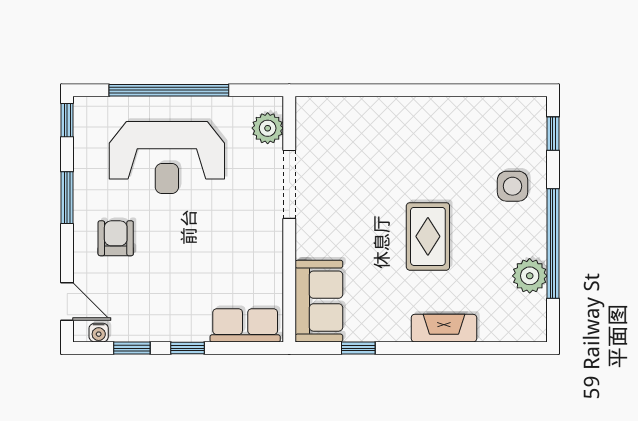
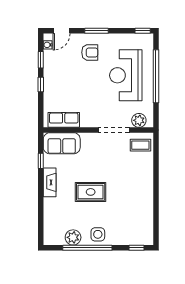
coffee table: (323, 125) -> (140, 145), added
side table: (513, 186) -> (98, 234), moved
window: (67, 198) -> (97, 31), moved
row of seats: (245, 325) -> (64, 120), moved, turned -90
fireplace: (444, 328) -> (50, 182), moved

